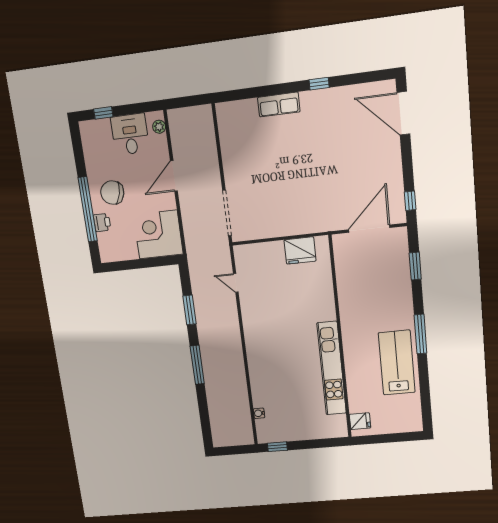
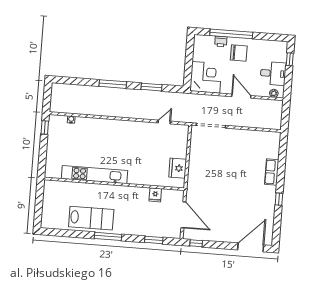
chair: (112, 193) -> (239, 53), turned 77
fridge: (360, 421) -> (155, 195), moved

